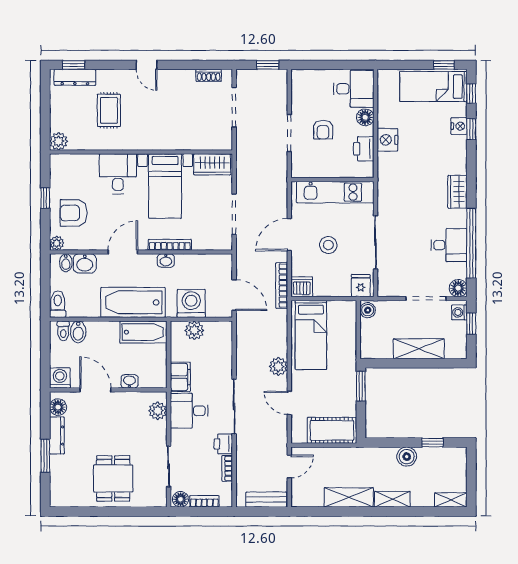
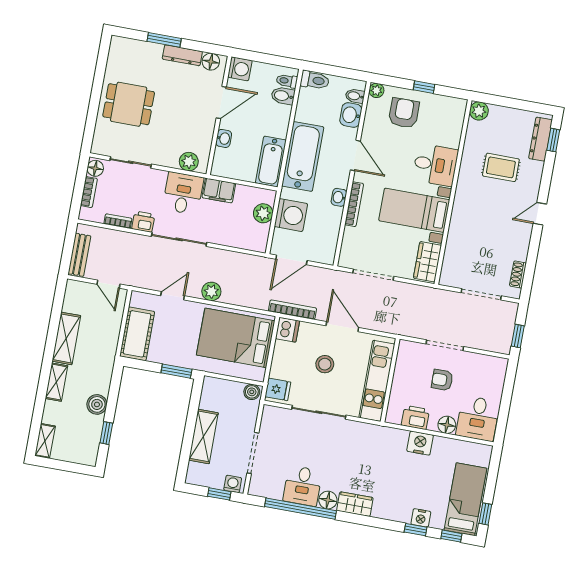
floor lamp: (458, 288) -> (328, 500), moved
bed: (311, 335) -> (236, 338), width x1.50

